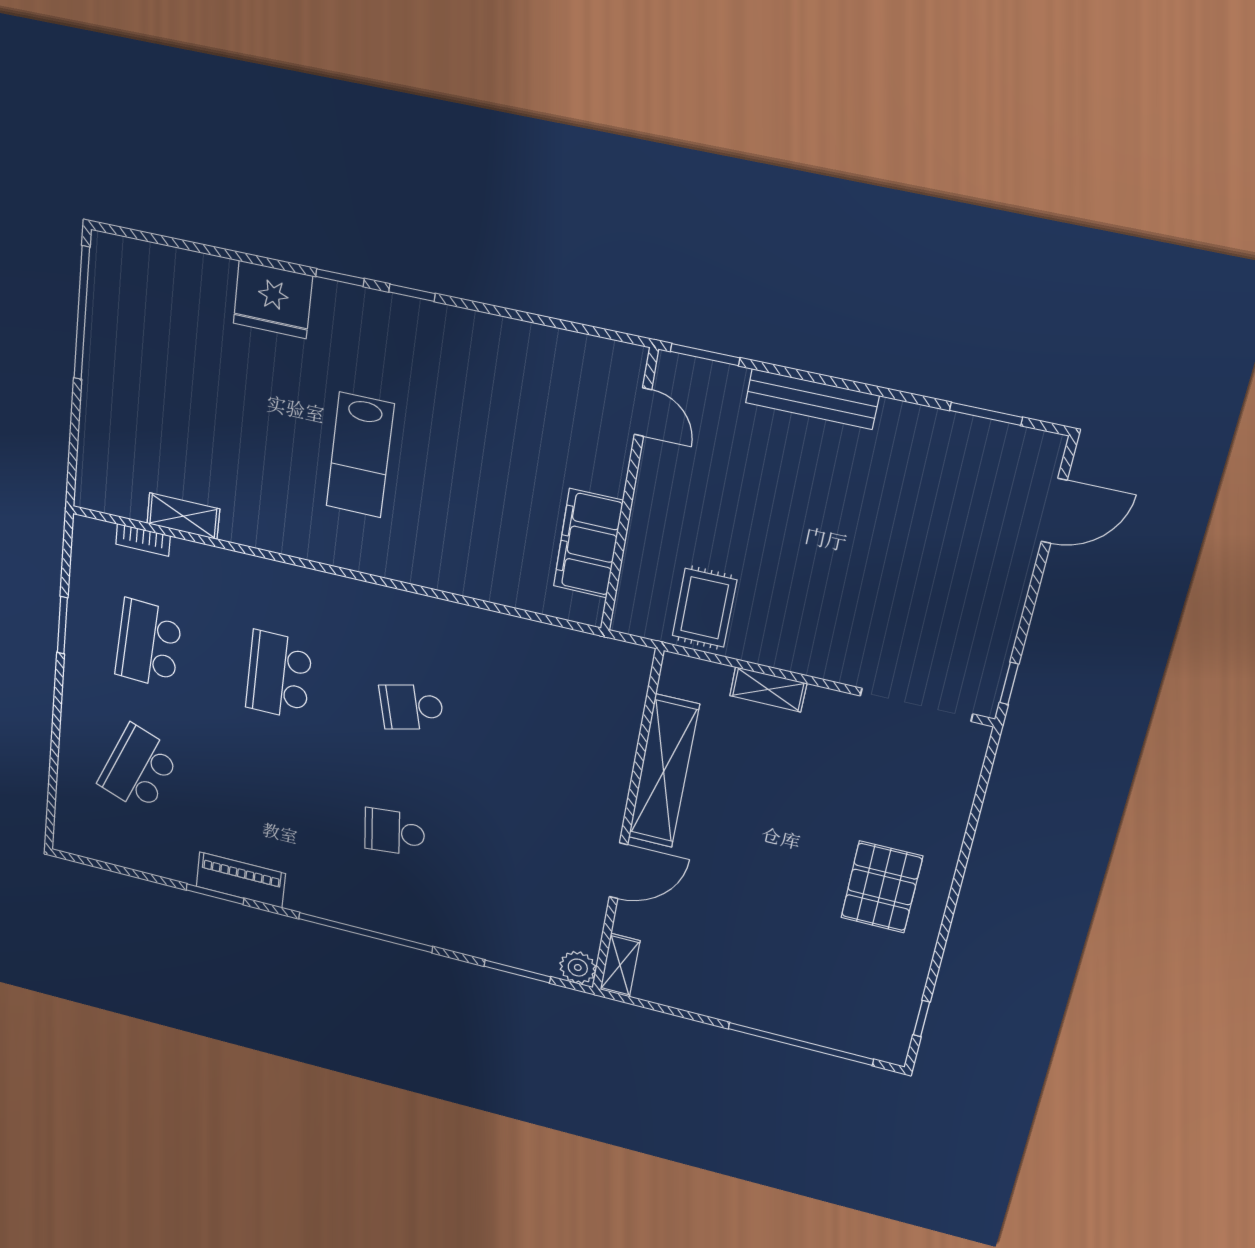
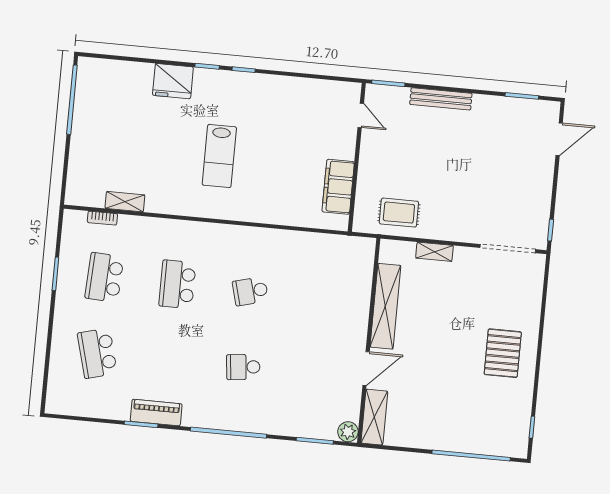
rug: (705, 608) -> (399, 213), turned 90
school desk: (138, 769) -> (97, 353), turned -36
shelving: (620, 965) -> (374, 417), width x1.50, depth x1.33

